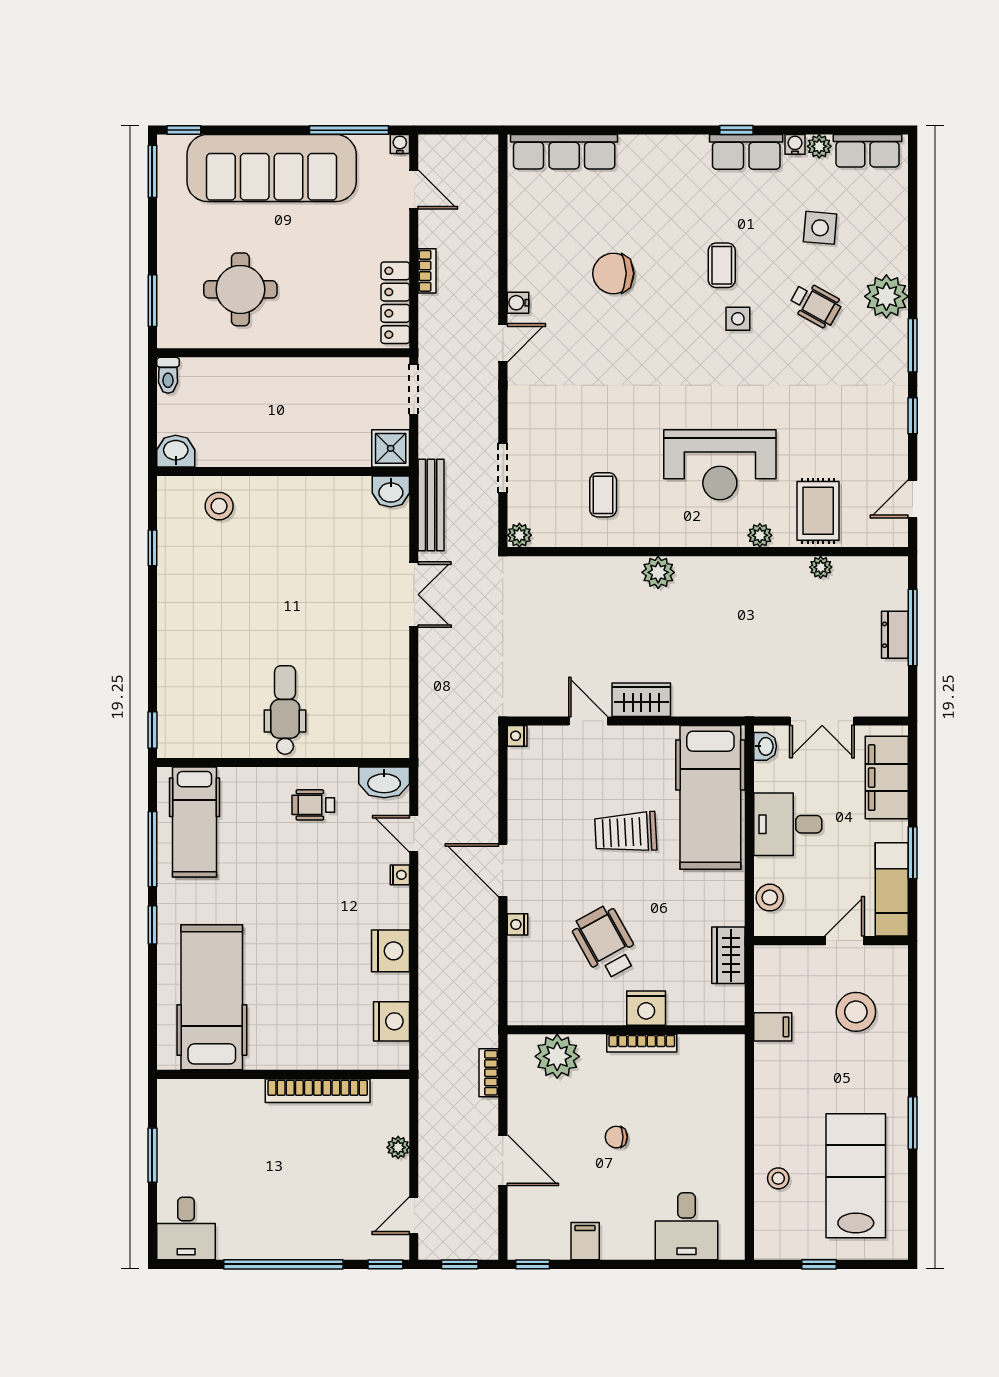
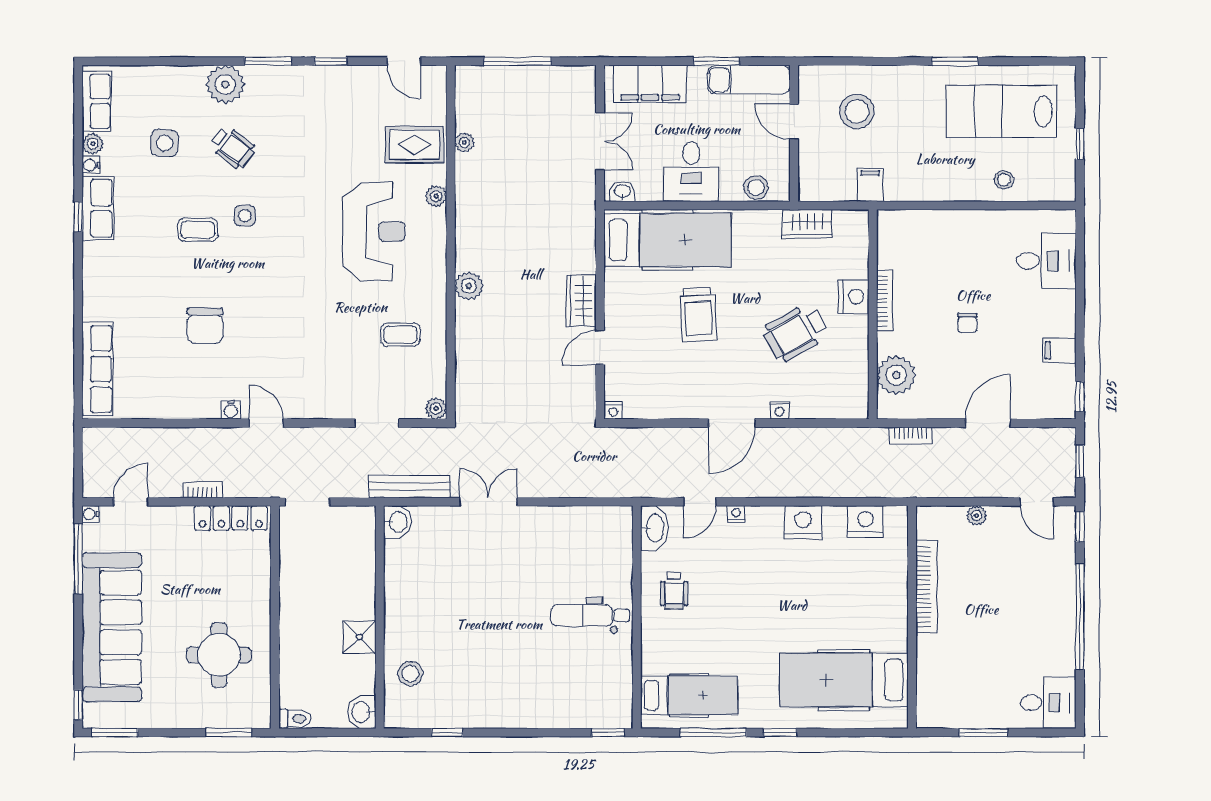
wheelchair: (815, 305) -> (233, 147), turned 99
shower: (391, 448) -> (359, 637), moved
dresser: (895, 635) -> (524, 77), removed

